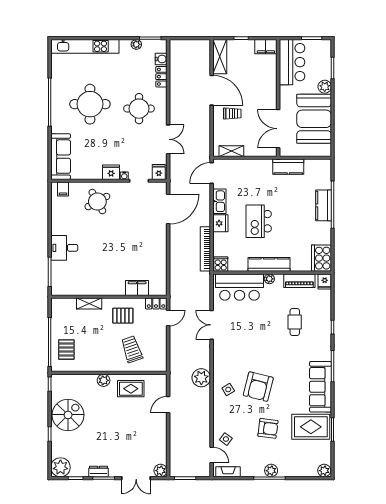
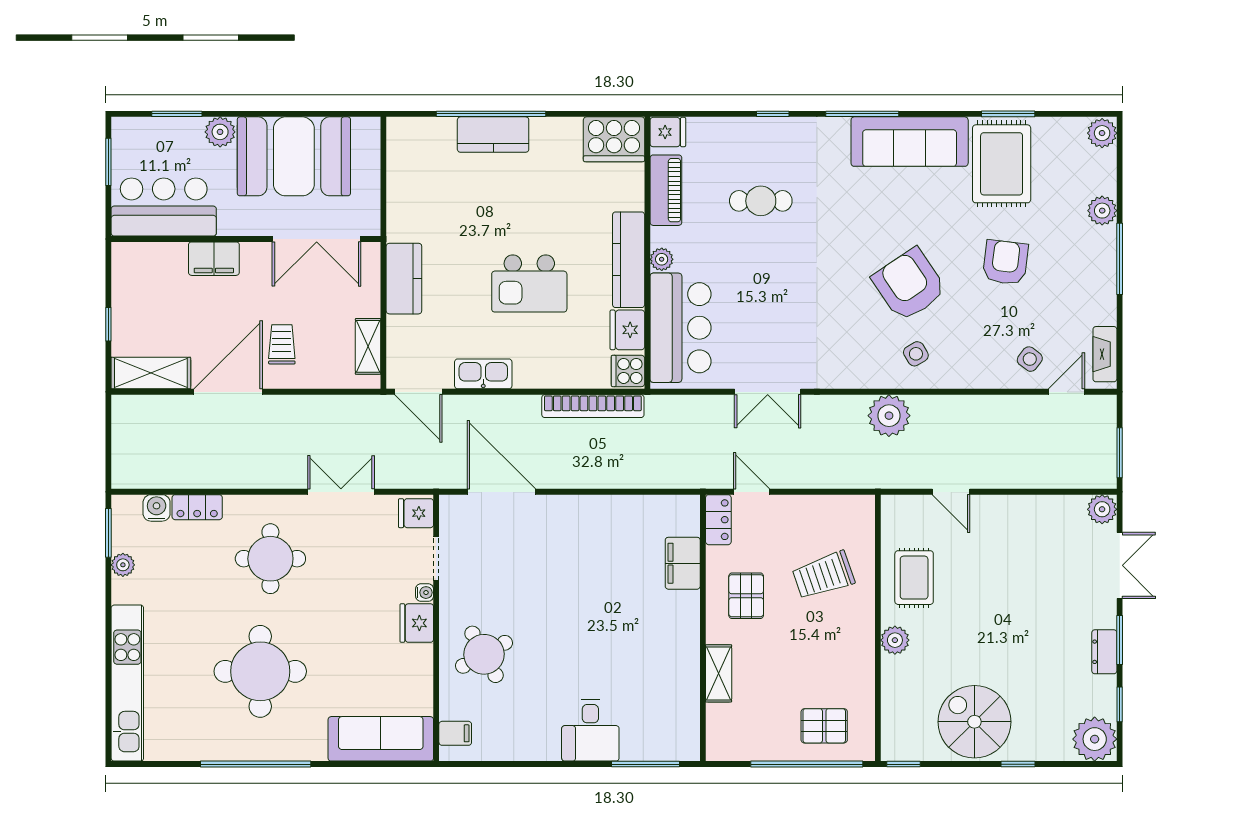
filing cabinet: (266, 47) -> (214, 259), moved, turned 90
kitchen counter: (288, 167) -> (404, 279), moved
fridge: (220, 223) -> (627, 330), moved, turned -90
armchair: (258, 387) -> (909, 285), turned -138
plant: (271, 471) -> (1102, 211), moved

